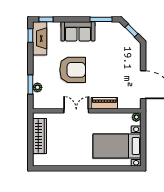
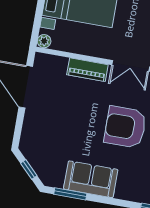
sofa: (78, 31) -> (91, 179), moved

